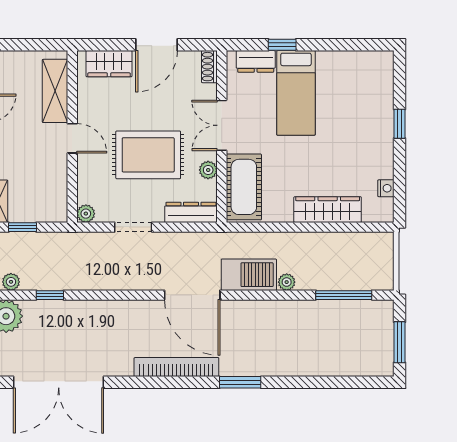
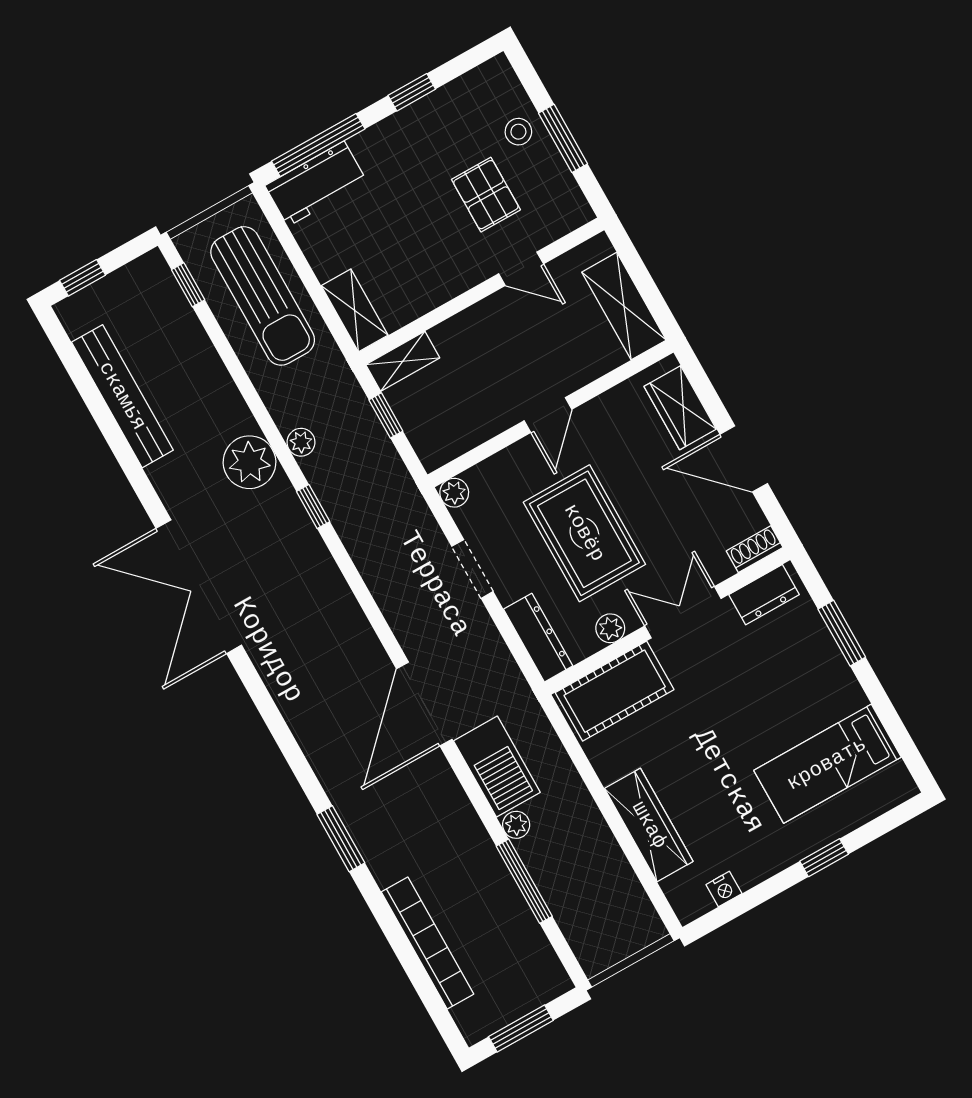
window: (282, 45) -> (842, 633), width x1.50
dresser: (256, 61) -> (764, 595), moved, turned -90
shelving: (55, 91) -> (624, 306), moved, turned 90
bed: (296, 93) -> (827, 764), moved
window: (344, 295) -> (524, 881), moved
bookcase: (176, 367) -> (428, 943), moved

